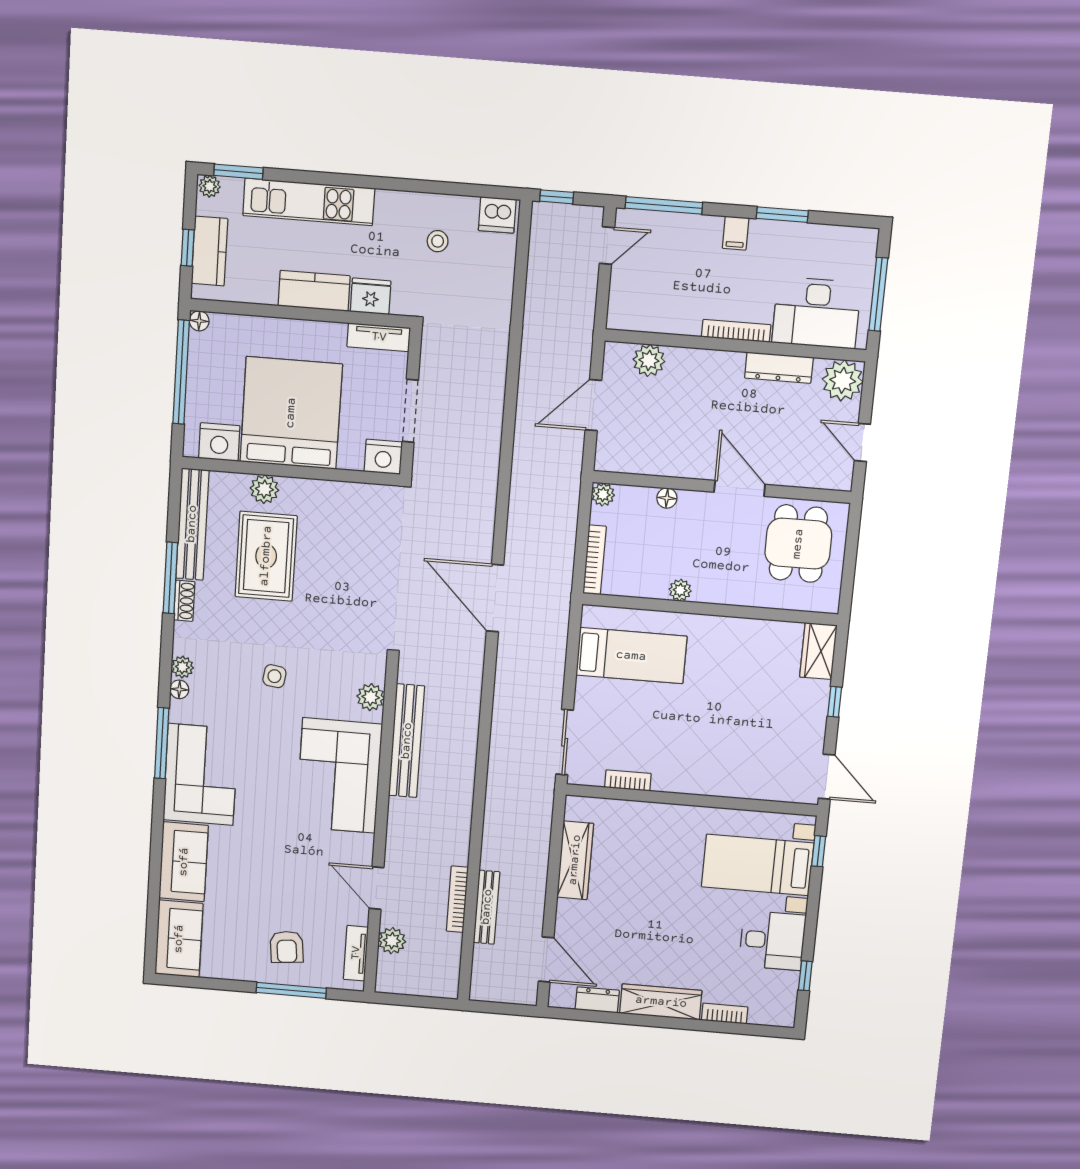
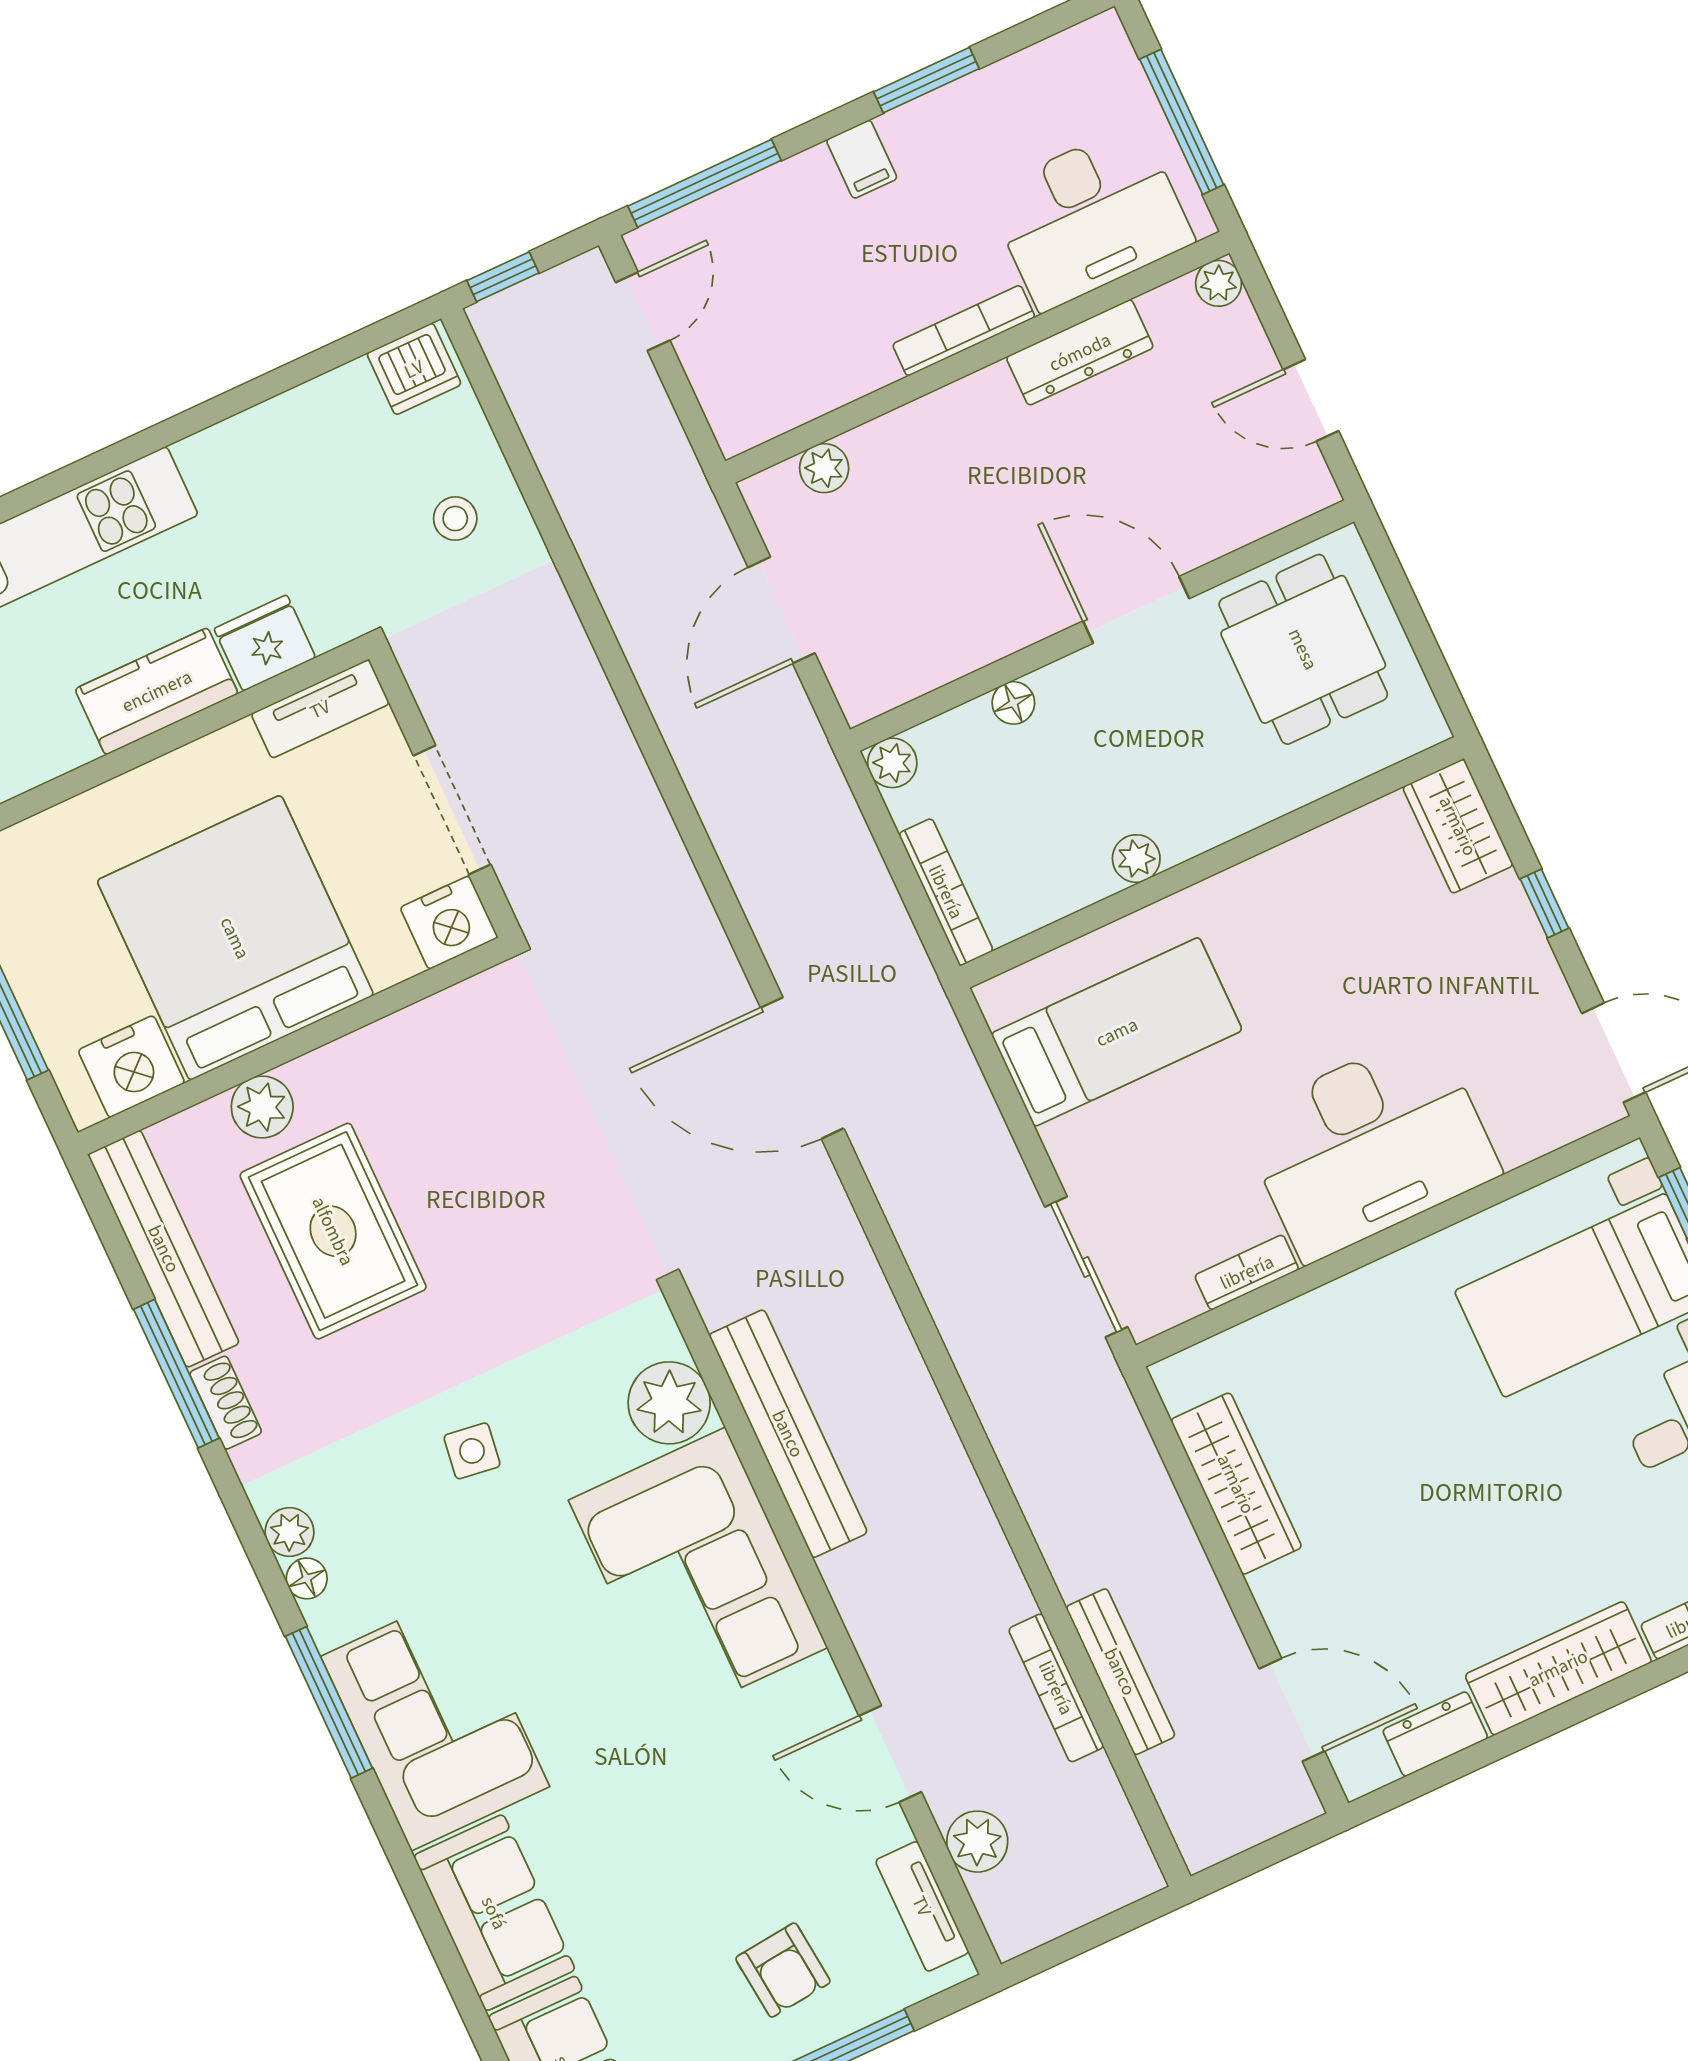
stool: (438, 241) -> (455, 519), moved
plant: (649, 360) -> (824, 468), width x0.73, depth x0.73
plant: (843, 380) -> (1219, 283), width x0.53, depth x0.53
plant: (371, 697) -> (669, 1403), width x1.36, depth x1.36
desk: (707, 758) -> (1369, 1146), added

